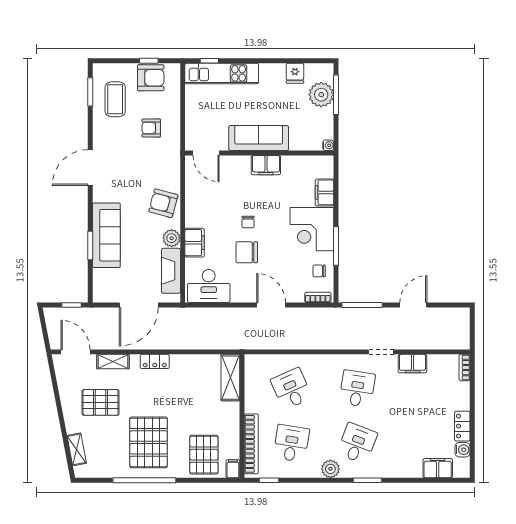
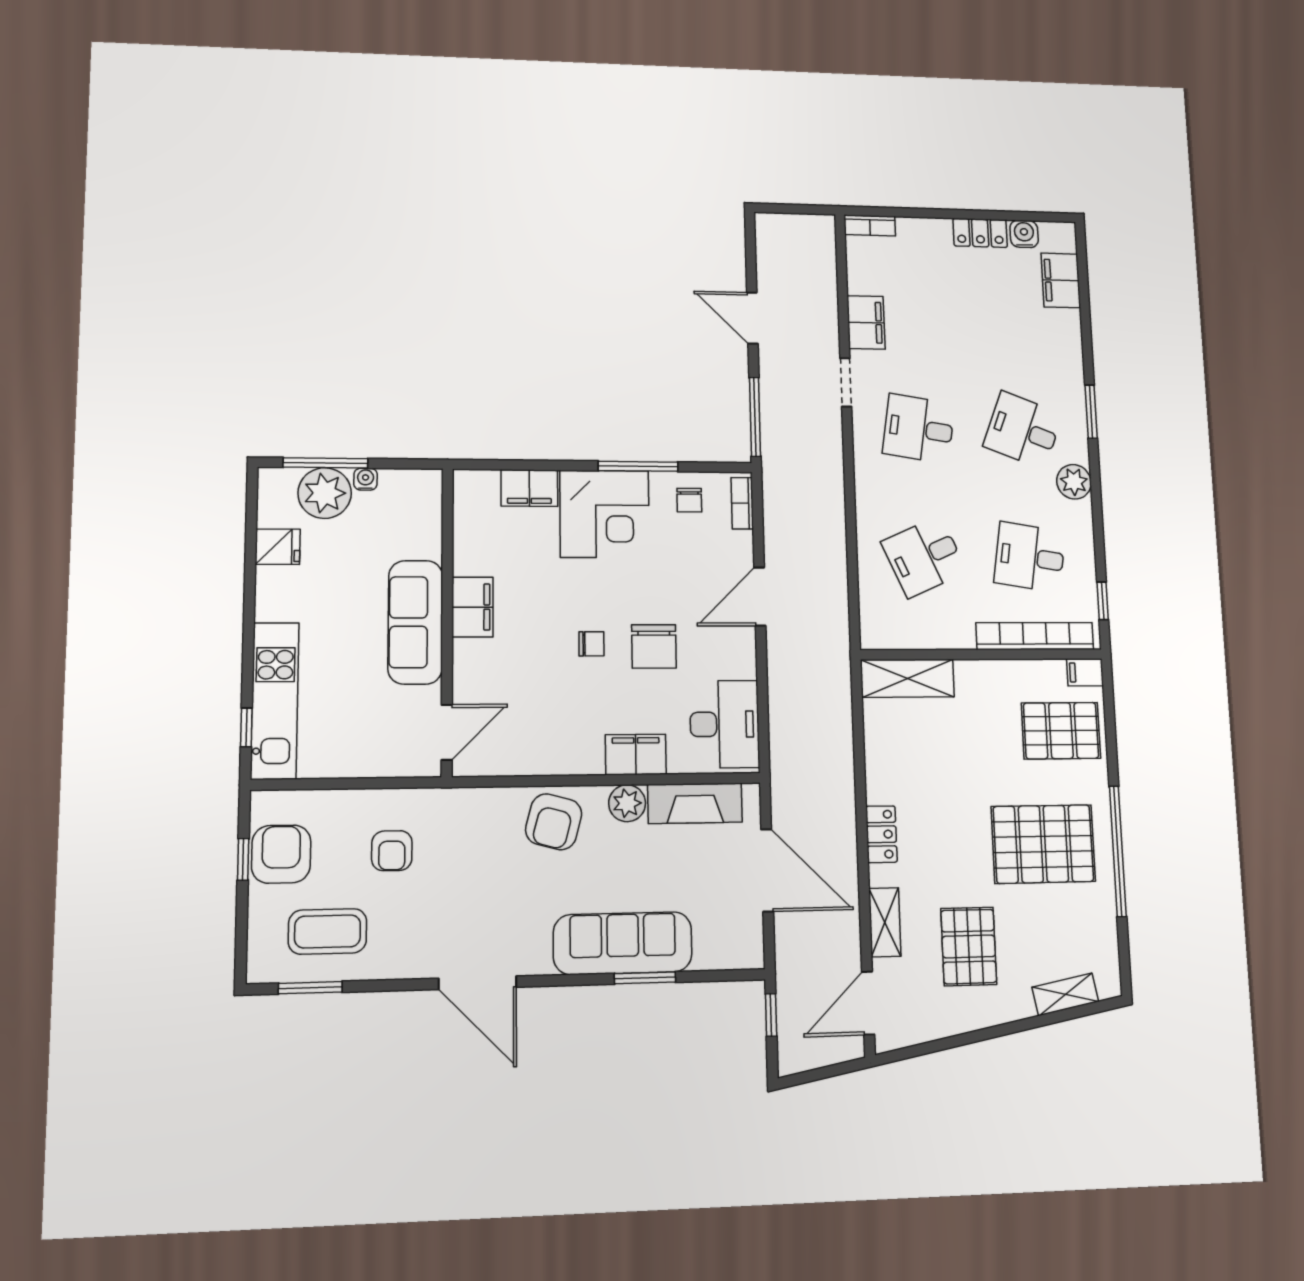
water cooler: (328, 145) -> (366, 479), moved

